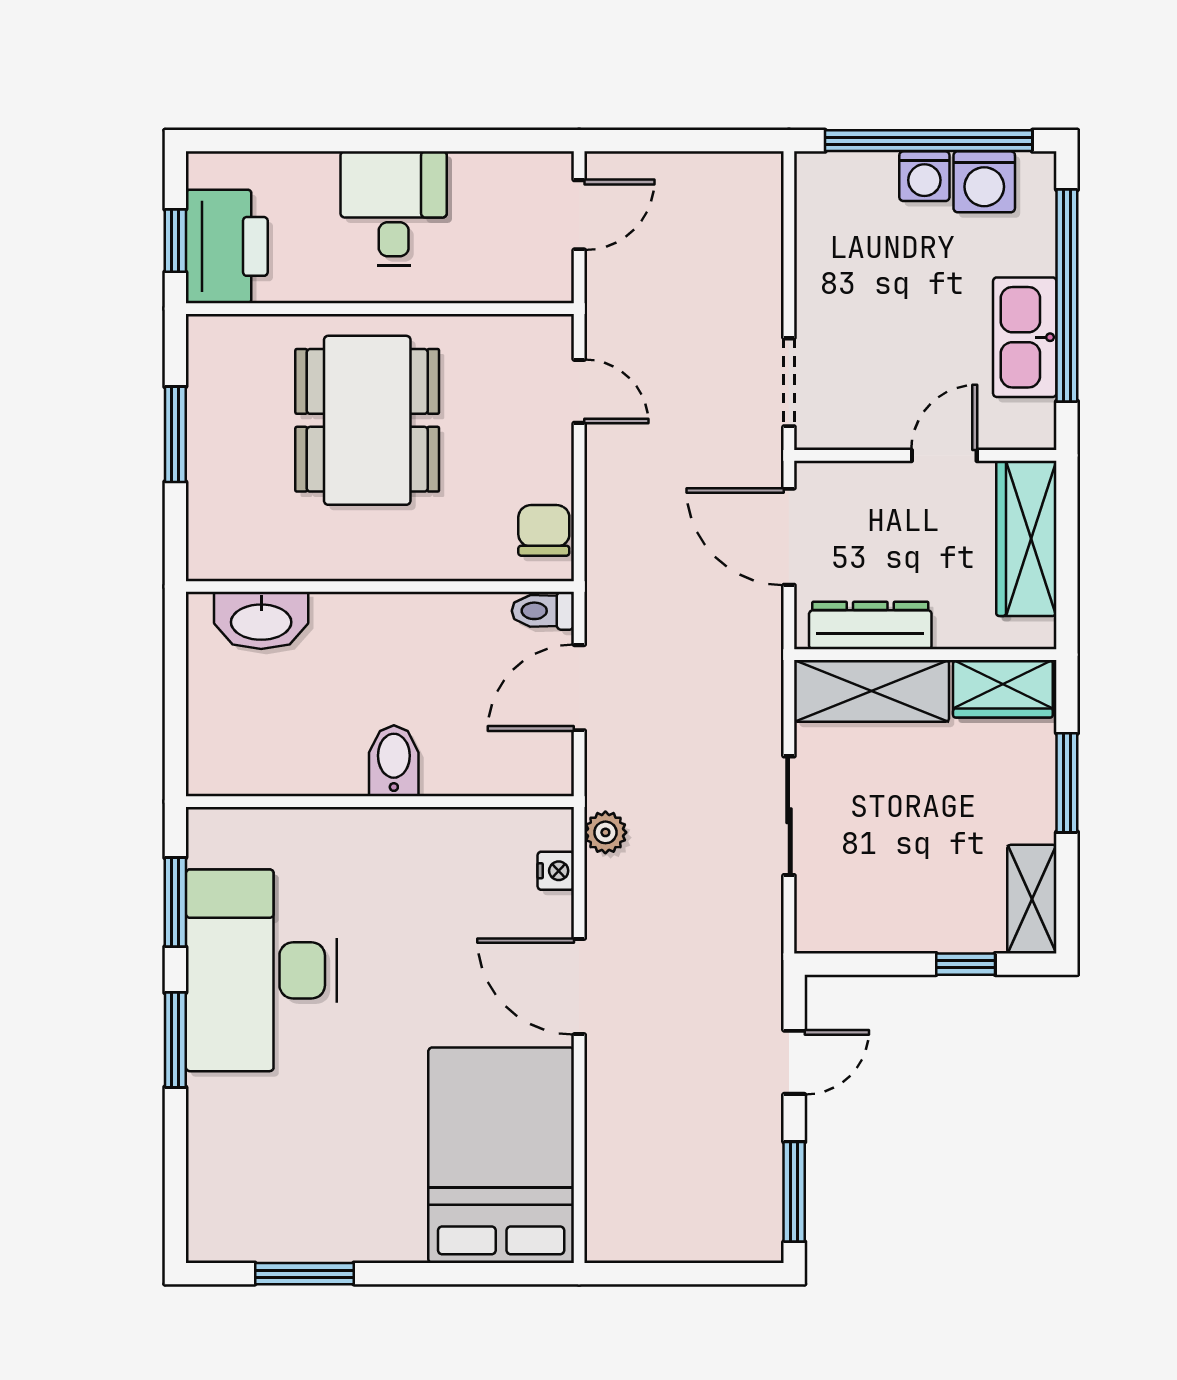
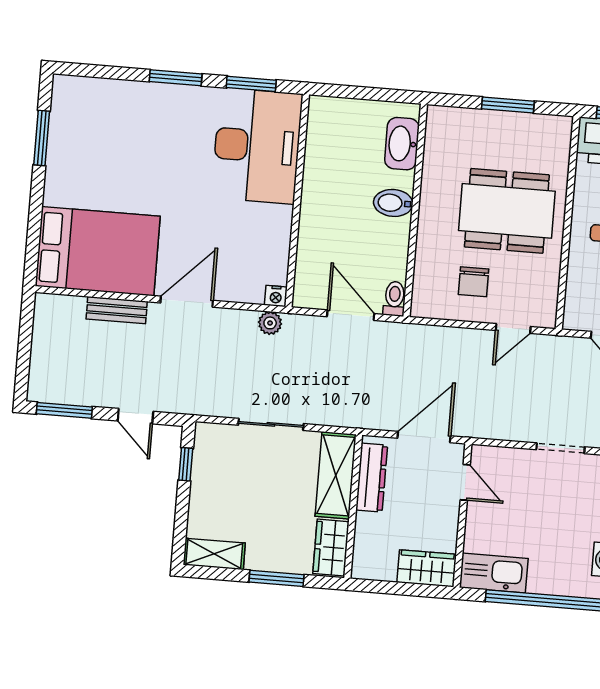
kitchen sink: (1025, 337) -> (494, 573), moved
doorway: (789, 382) -> (560, 448), moved
door: (944, 455) -> (465, 482), moved
chair: (544, 530) -> (474, 282), moved, turned 90
wardrobe: (1026, 538) -> (427, 568), width x0.67
bidet: (394, 761) -> (393, 203), moved, turned 180
nightstand: (556, 871) -> (276, 296), moved
window: (966, 964) -> (186, 464), moved
desk: (261, 970) -> (257, 146), moved, turned 90
bench: (605, 1112) -> (117, 310), added

